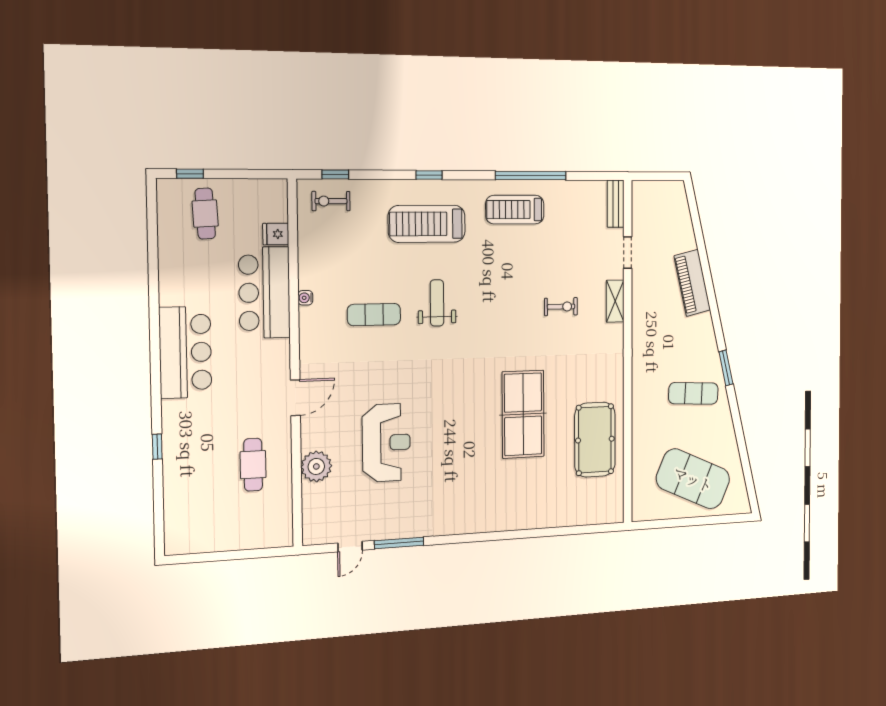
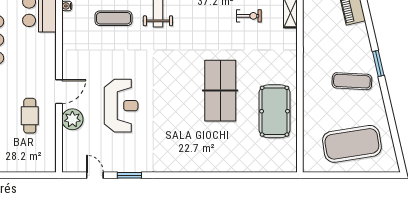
door: (295, 398) -> (59, 92), moved
exercise mat: (693, 479) -> (352, 144), turned -33
window: (399, 543) -> (129, 175), width x0.69
door: (350, 547) -> (95, 175), swing flipped

